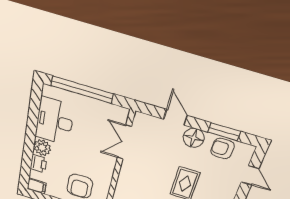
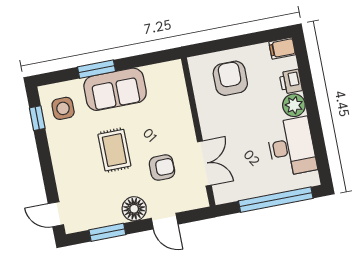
armchair: (222, 148) -> (162, 168), moved
door: (250, 175) -> (56, 214), moved

